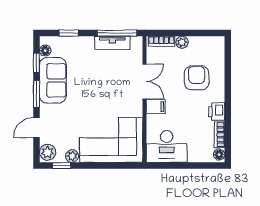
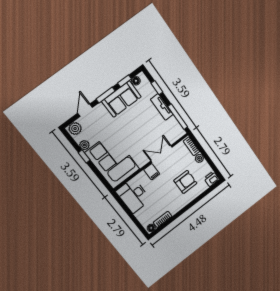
tv unit: (112, 43) -> (162, 107), moved
double door: (144, 81) -> (161, 154), swing flipped
printer: (217, 112) -> (212, 179), moved
door: (36, 128) -> (85, 110), hinge flipped
window: (61, 166) -> (84, 156), moved

